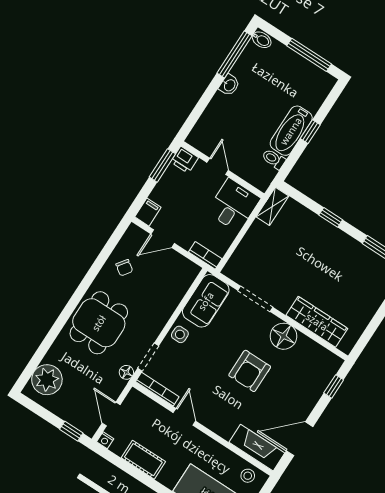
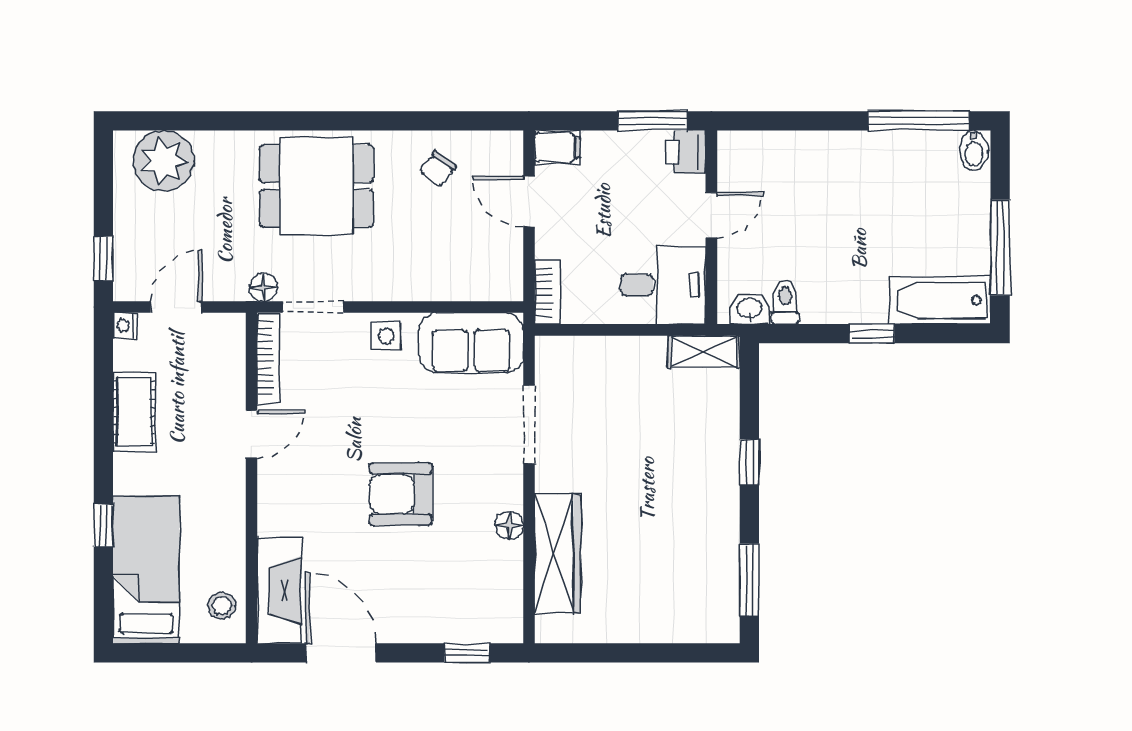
washbasin: (229, 85) -> (750, 309), moved, turned 180
bathtub: (291, 131) -> (940, 300), moved
floor lamp: (284, 336) -> (509, 525), width x0.53, depth x0.53

